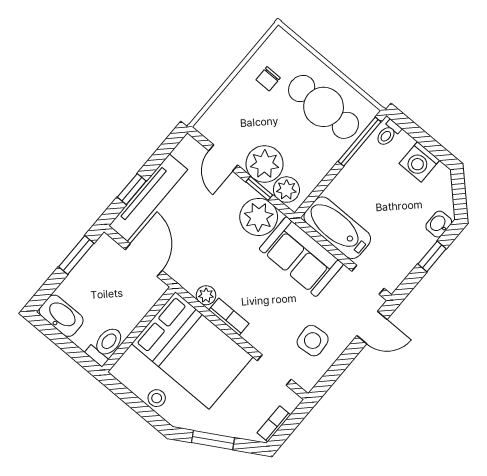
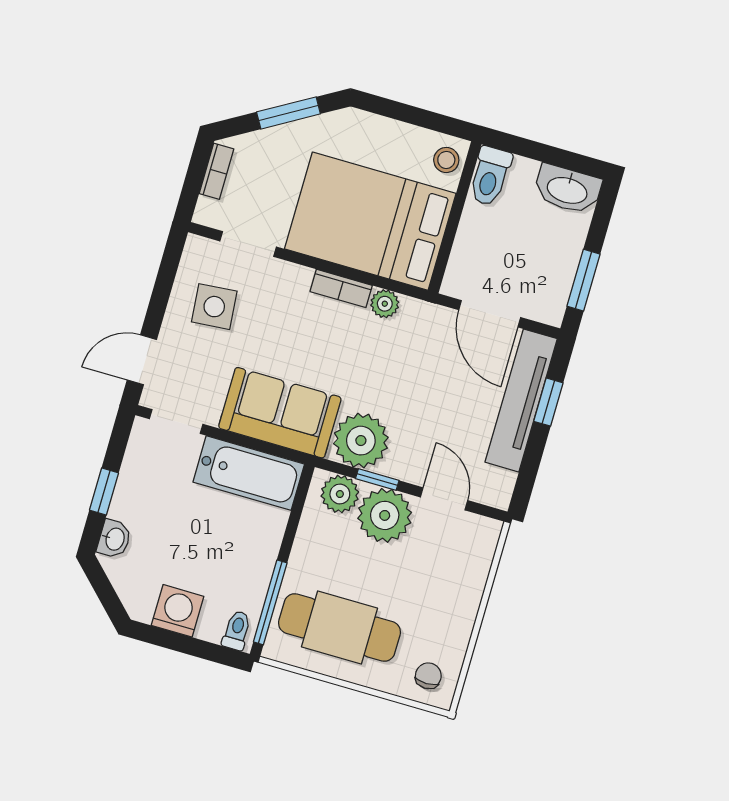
chair: (268, 79) -> (428, 676), moved
stool: (157, 398) -> (446, 160), moved

